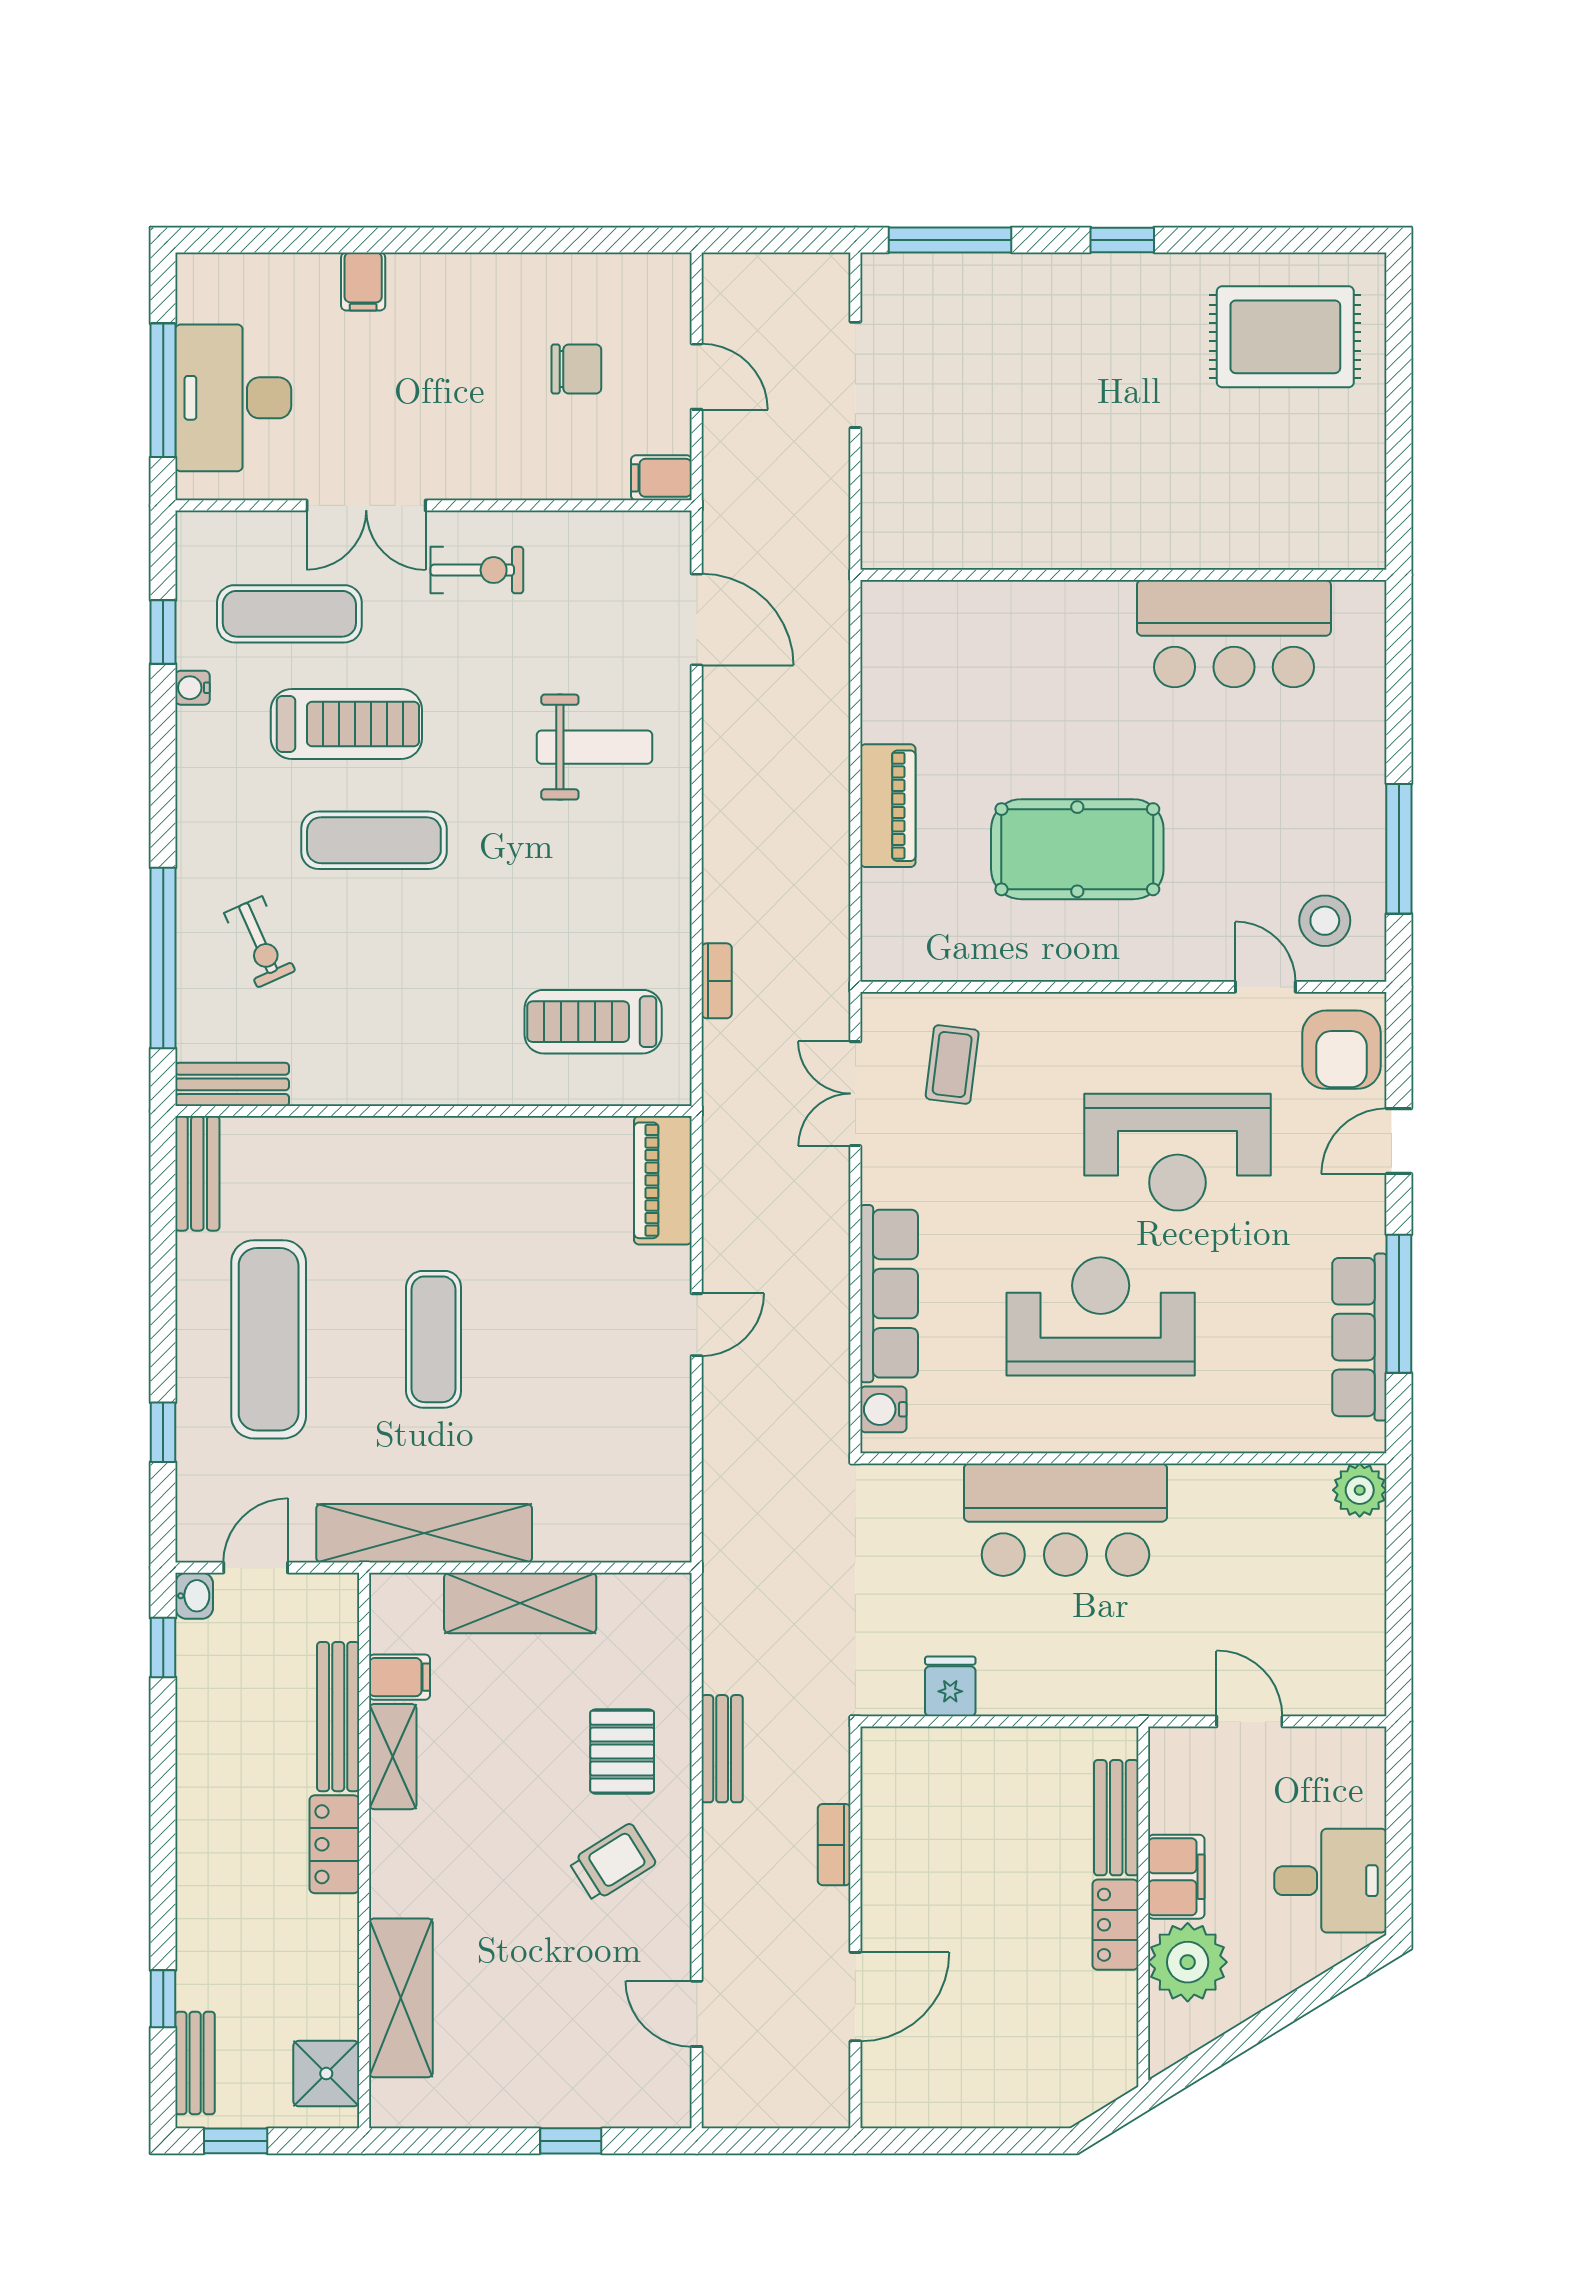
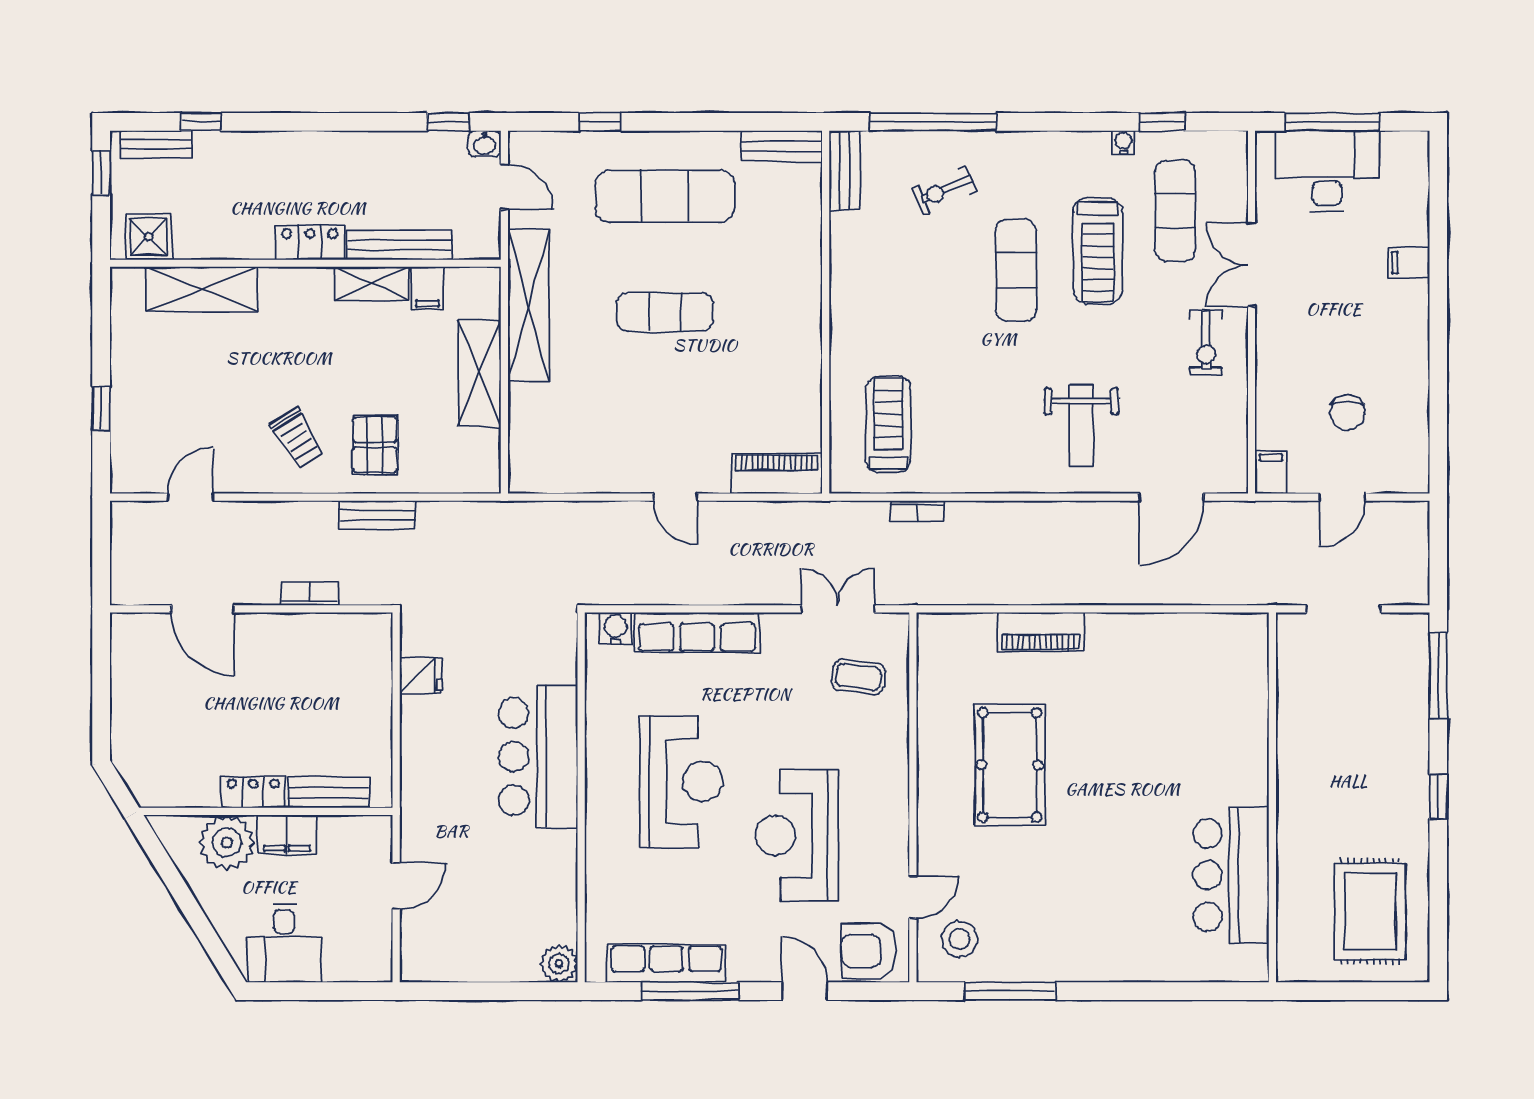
wall: (1123, 575) -> (1272, 797), moved
bar counter: (1234, 634) -> (1231, 875), moved
pallet: (622, 1752) -> (375, 445), turned 90

